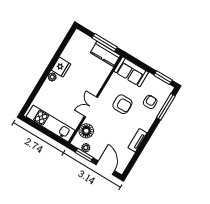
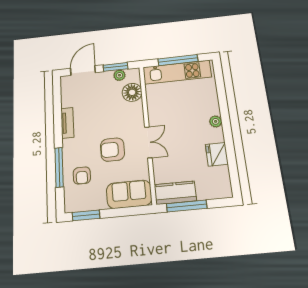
fridge: (61, 67) -> (217, 154), moved
double door: (91, 107) -> (148, 142), moved
window: (166, 107) -> (59, 167), moved
window: (44, 131) -> (178, 60), added
door: (105, 168) -> (83, 70), swing flipped

